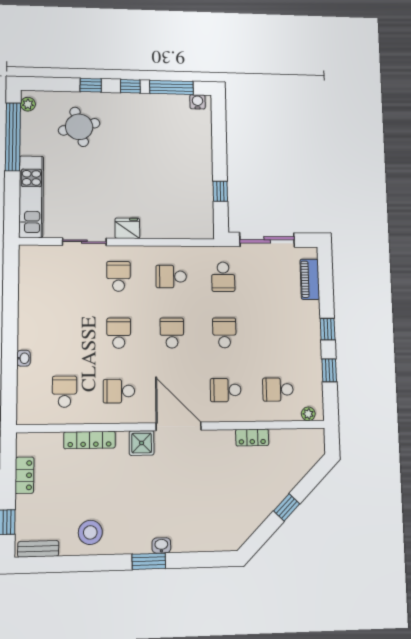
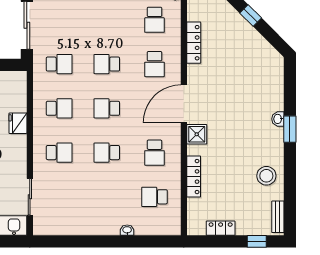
fridge: (127, 228) -> (18, 123), moved
sliding door: (84, 242) -> (30, 197), moved
school desk: (118, 276) -> (59, 153), turned 180
school desk: (171, 277) -> (59, 108), turned -90
locker: (252, 437) -> (194, 43), width x1.53

